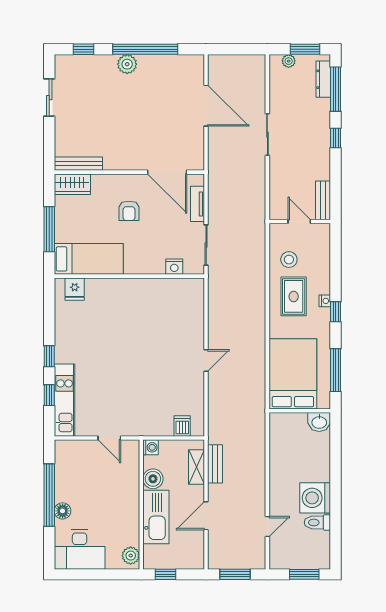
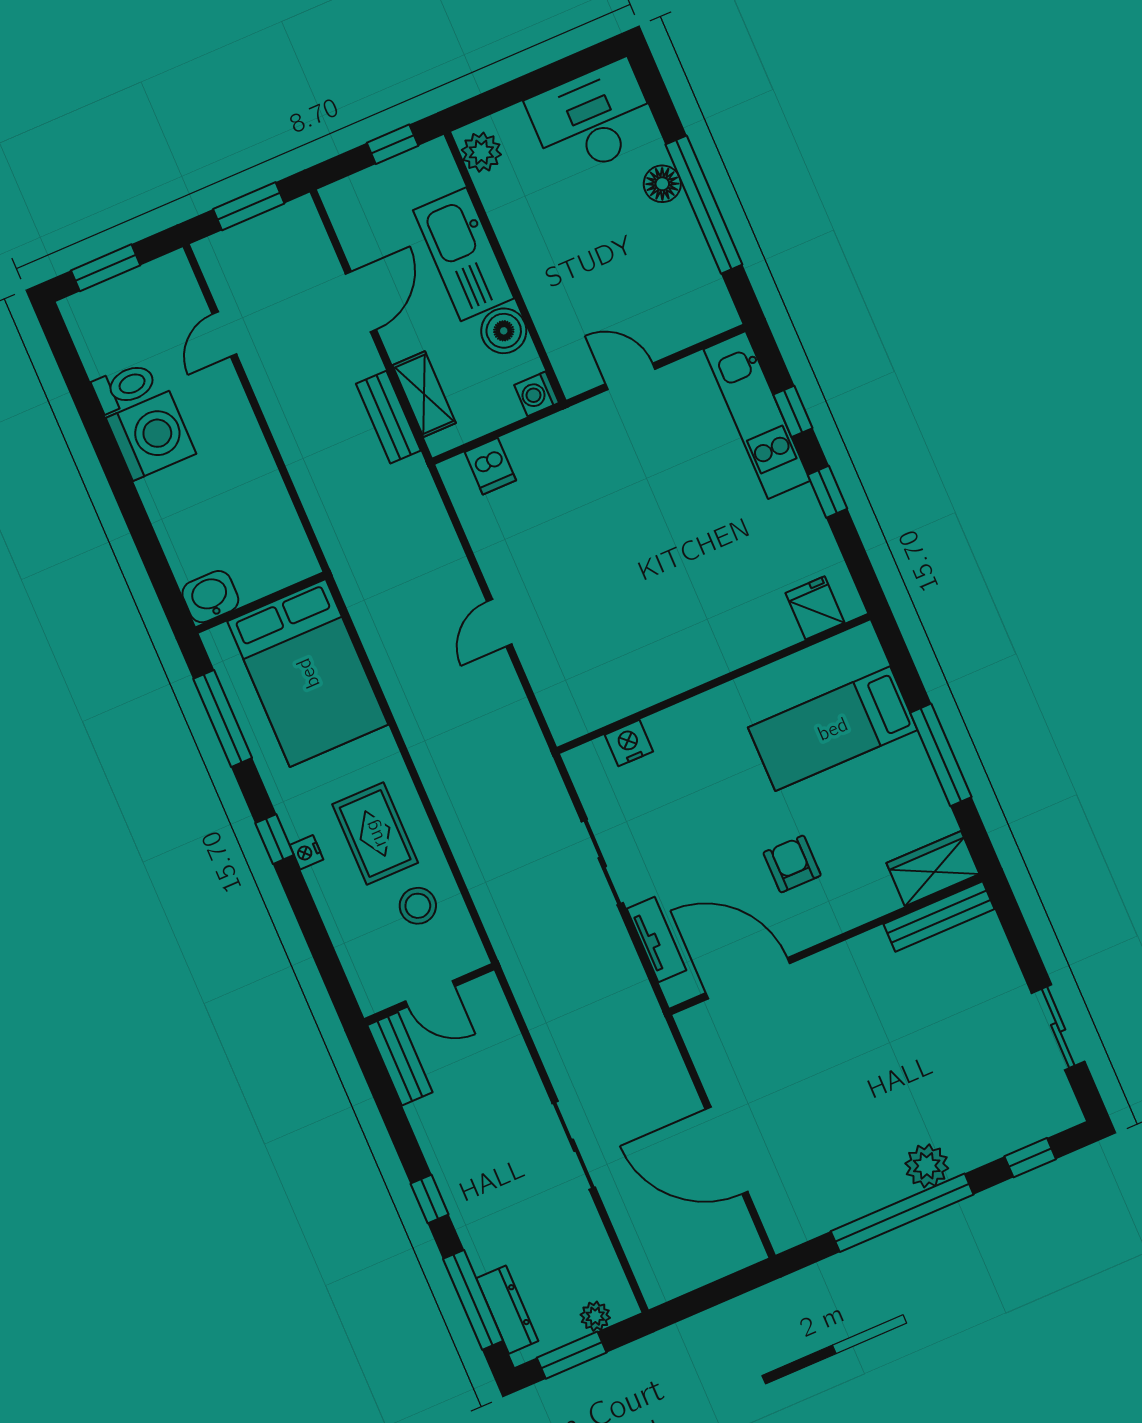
nightstand: (174, 267) -> (629, 743), moved
wall: (129, 276) -> (714, 683), moved
fridge: (75, 289) -> (815, 608), moved

